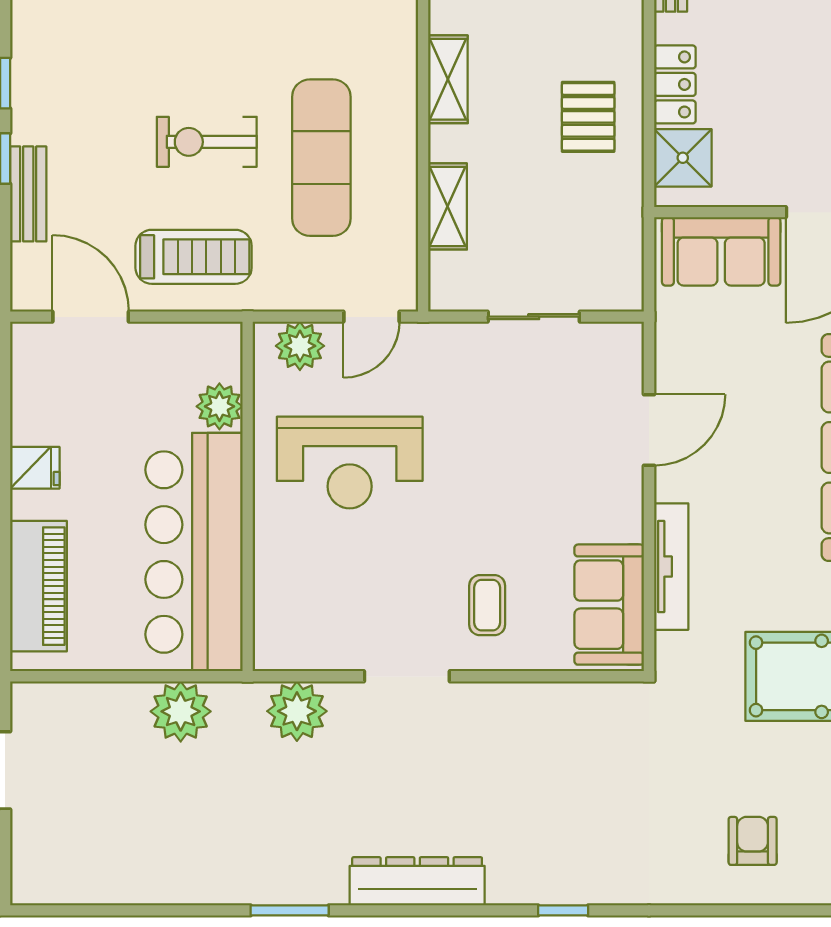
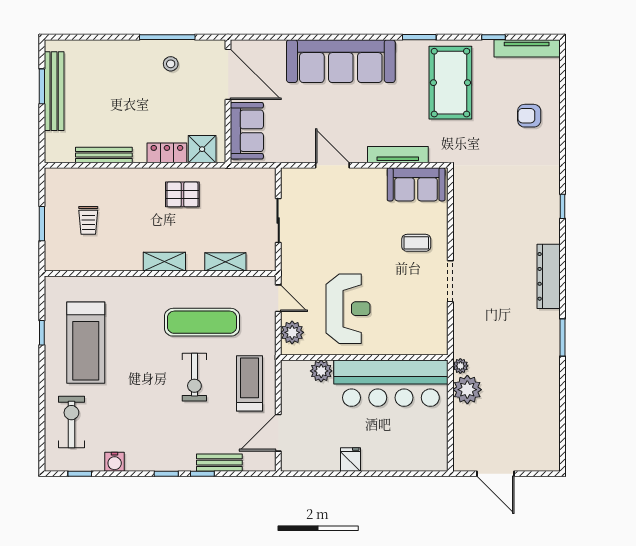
piano: (38, 586) -> (407, 458), removed
plant: (297, 711) -> (460, 366), moved, width x0.53, depth x0.53

